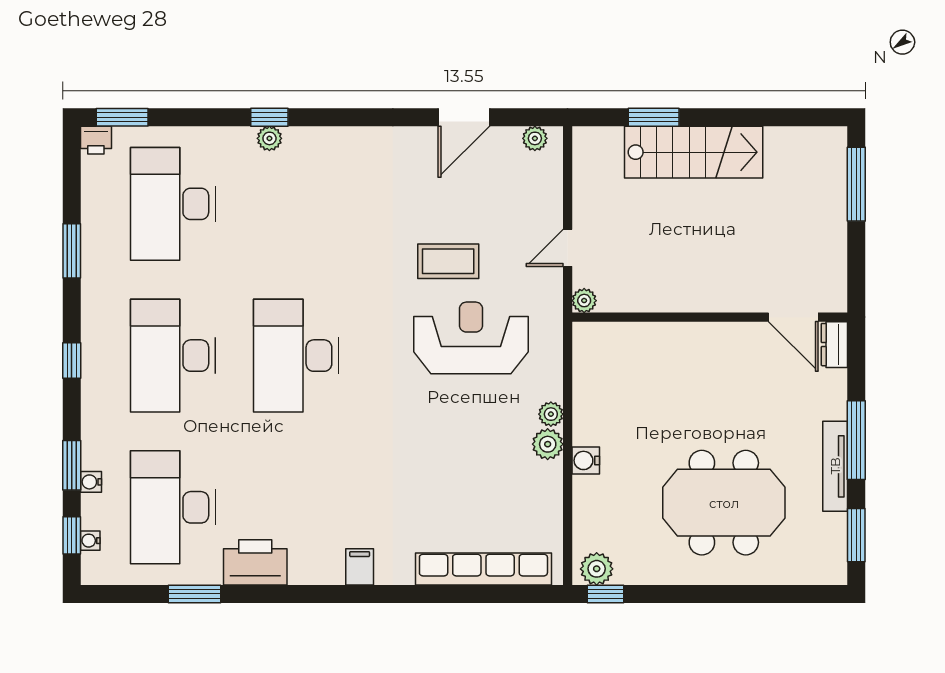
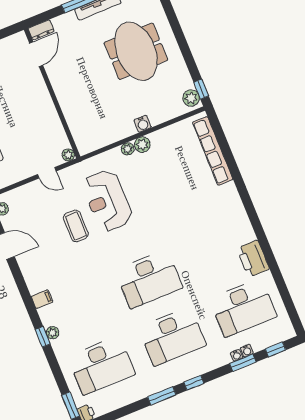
window: (72, 251) -> (162, 396), moved
water cooler: (90, 541) -> (236, 355), moved
filing cabinet: (360, 567) -> (42, 299), moved, turned 180
window: (195, 594) -> (279, 281), removed

